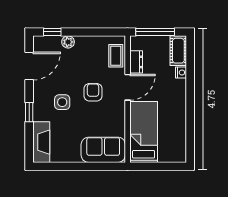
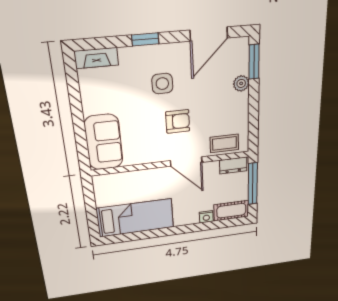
window: (52, 32) -> (254, 62), width x1.50
dresser: (136, 62) -> (233, 165), moved
door: (29, 66) -> (209, 34), hinge flipped
bed: (144, 132) -> (135, 218), moved
fireplace: (41, 142) -> (96, 58), width x0.73, depth x0.76

